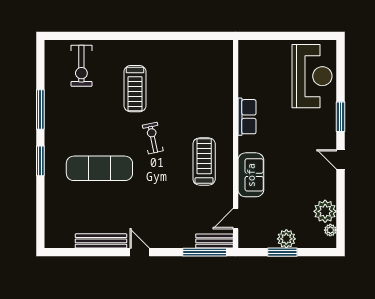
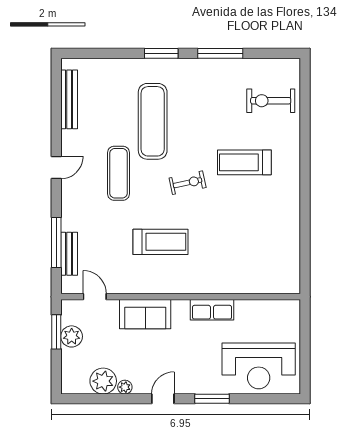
row of seats: (247, 117) -> (212, 310), moved
wall: (236, 144) -> (181, 297), moved
sofa: (251, 175) -> (145, 314), moved
exercise mat: (144, 198) -> (119, 173), added
door: (236, 219) -> (95, 297), moved
plant: (330, 230) -> (125, 387), moved
bench: (101, 241) -> (69, 99), moved

